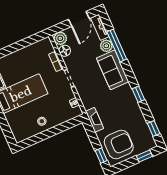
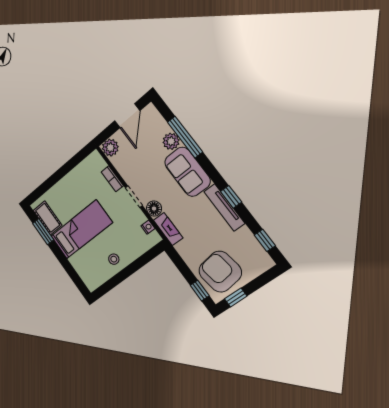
tv unit: (100, 27) -> (224, 207), moved, width x1.41
floor lamp: (65, 51) -> (154, 209), moved
fireplace: (95, 120) -> (168, 229), moved
armchair: (119, 145) -> (220, 272), turned -99
window: (144, 156) -> (236, 297), moved

